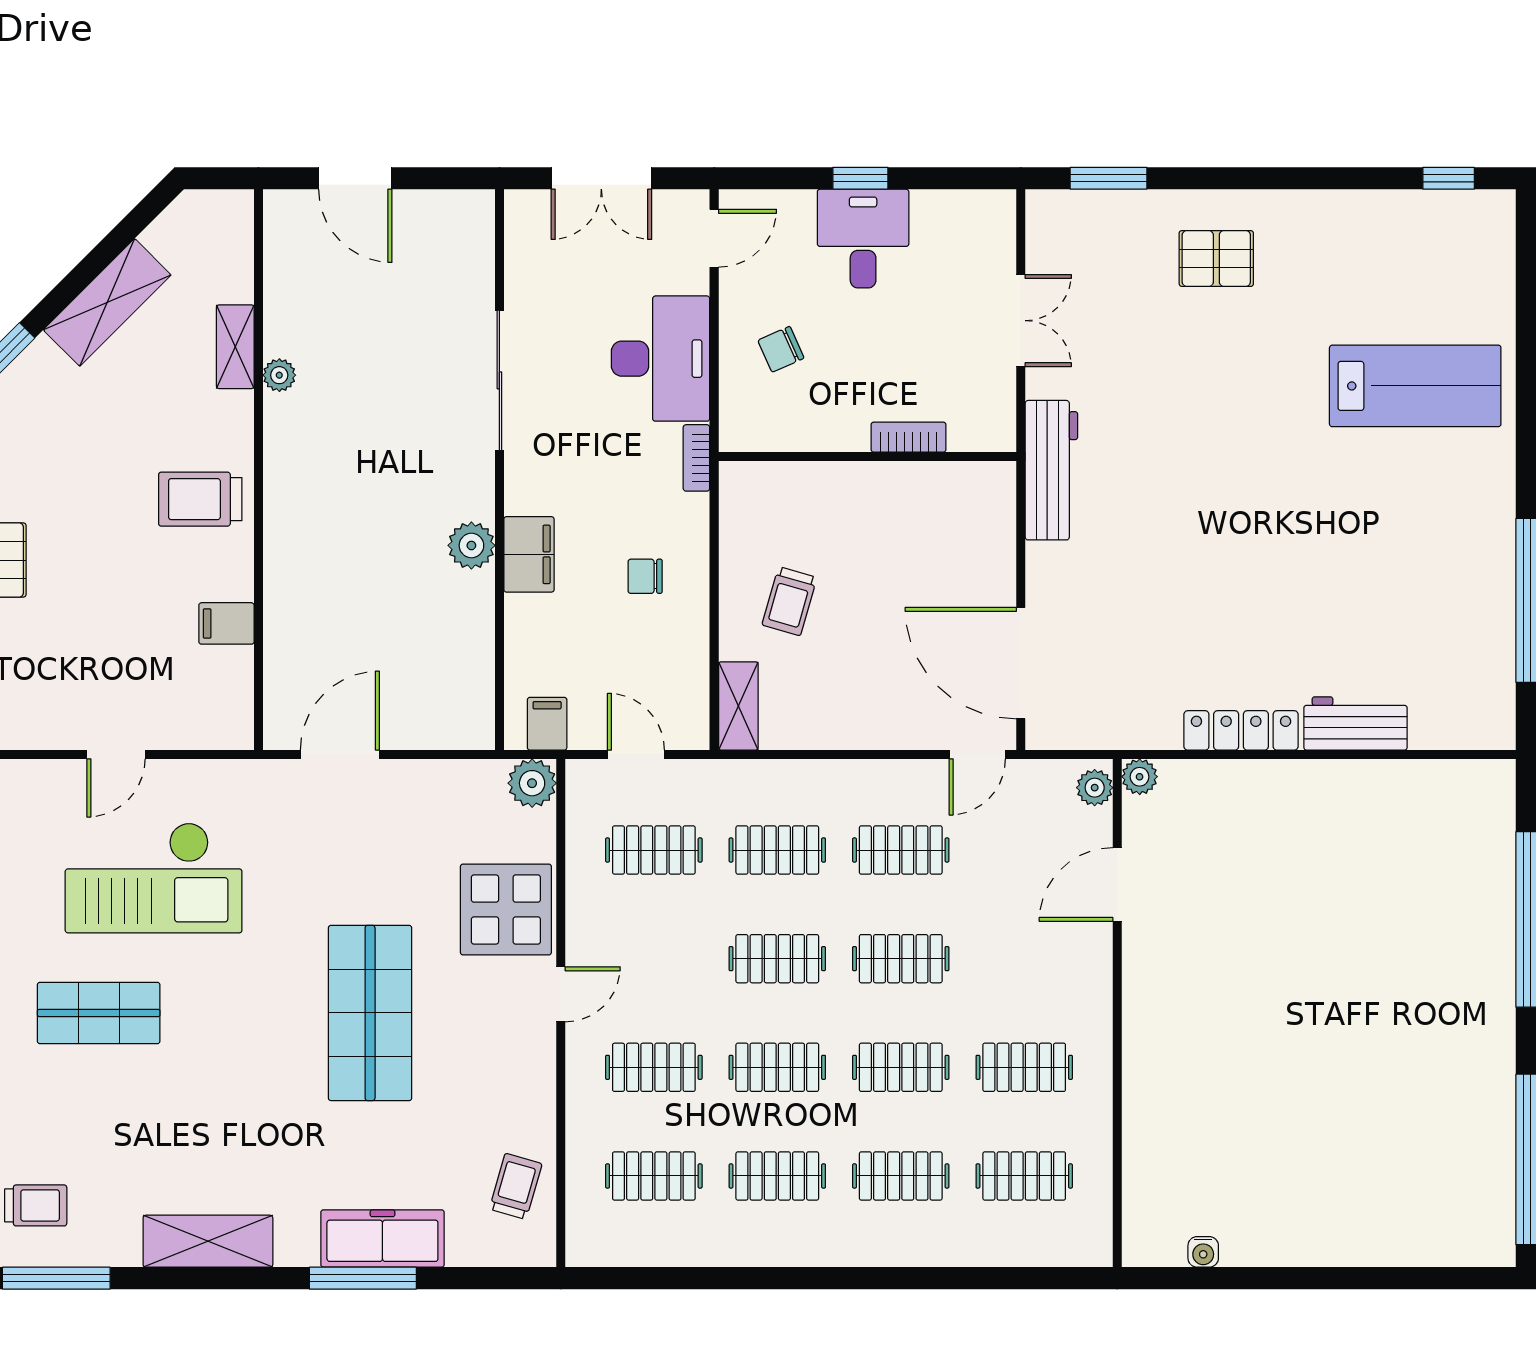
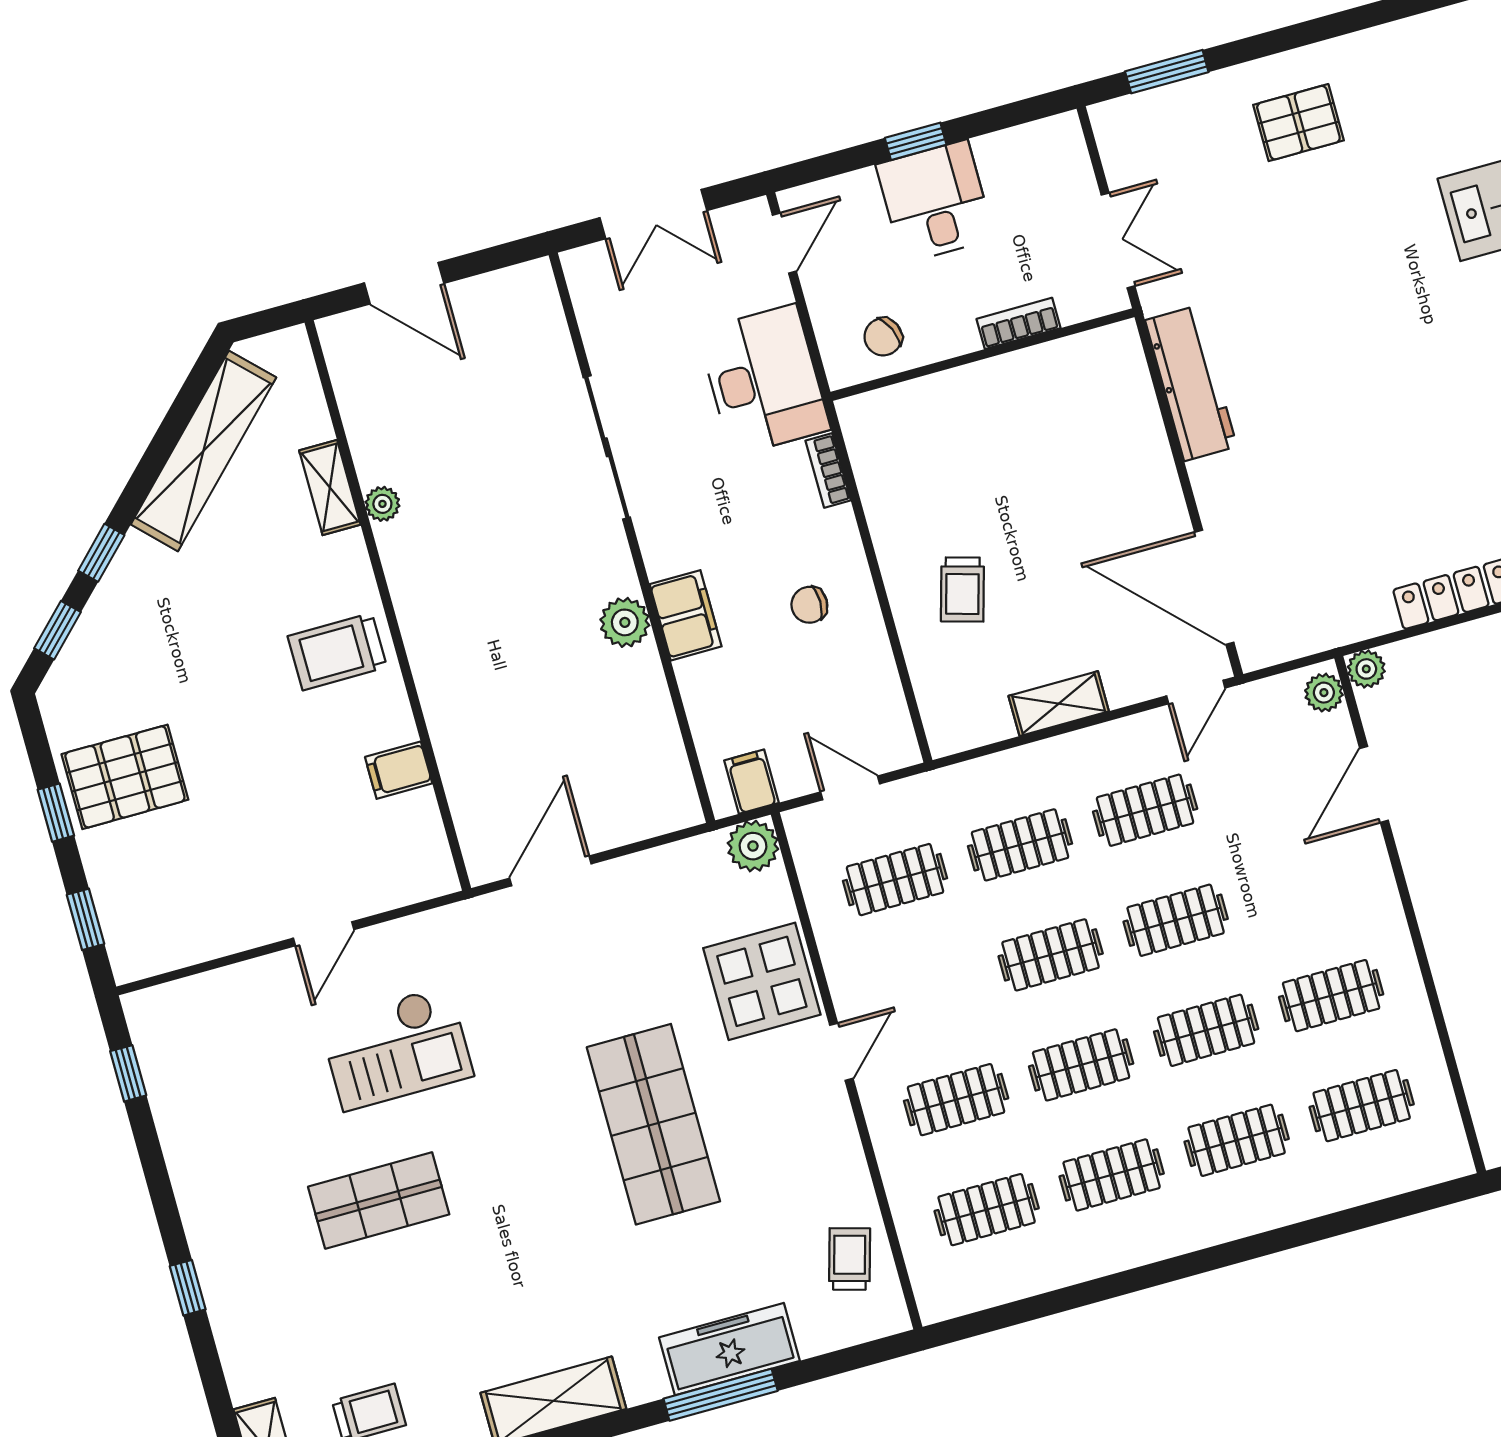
shelving: (107, 302) -> (203, 451), width x1.47
bookcase: (908, 437) -> (1019, 323), moved
wall: (867, 457) -> (982, 355), moved
shelving: (738, 706) -> (1059, 704), moved, turned 90
checkout: (154, 878) -> (396, 1048), width x0.73, depth x0.83

